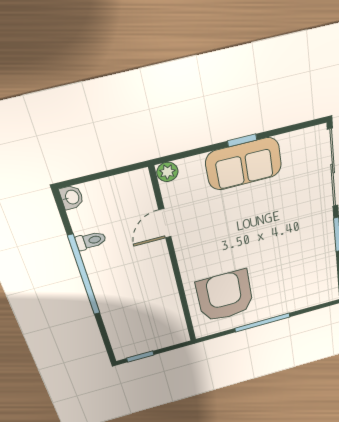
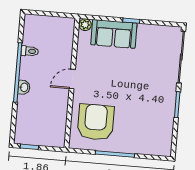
sofa: (244, 164) -> (114, 34), moved
washbasin: (72, 197) -> (24, 87), moved
door: (165, 223) -> (72, 79), moved

